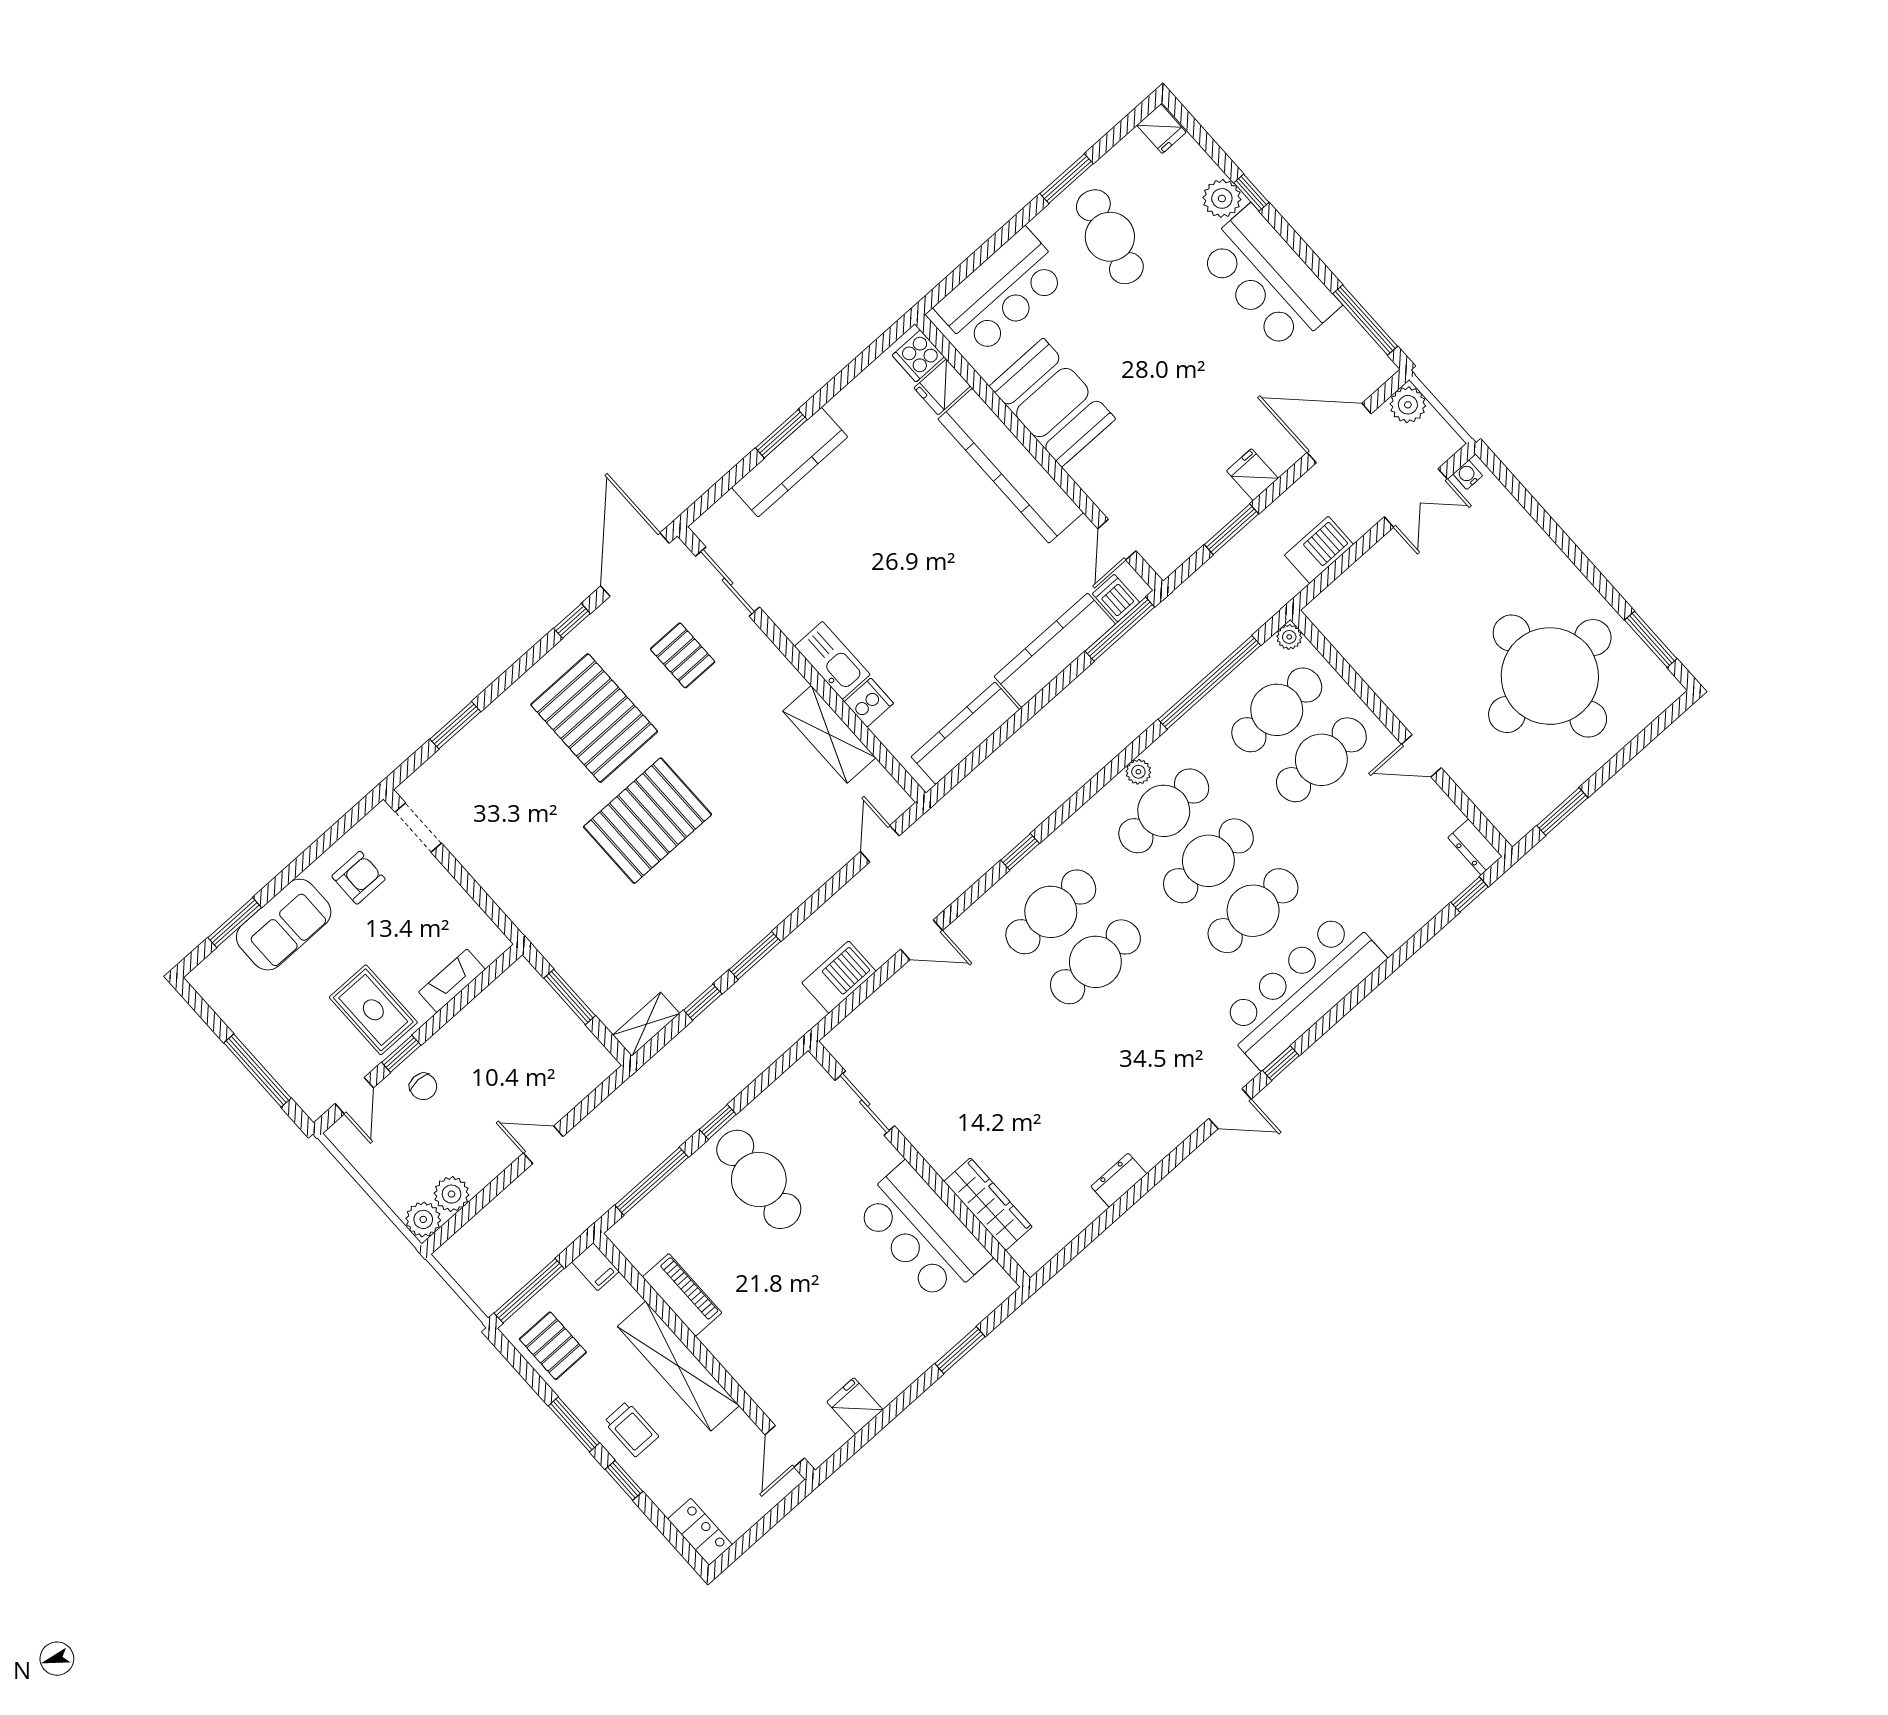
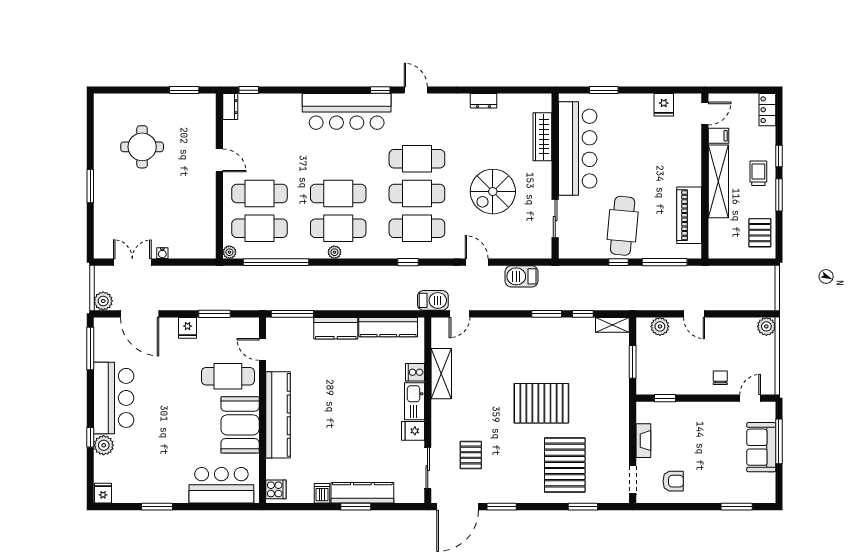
cafe table: (1110, 237) -> (228, 376), moved, turned 76
fridge: (942, 387) -> (413, 431), moved, turned 180
water cooler: (1468, 475) -> (162, 253), moved
door: (1117, 540) -> (262, 349), swing flipped
barbecue: (1319, 550) -> (433, 300), moved, turned 180
dishwasher: (1116, 598) -> (322, 493), moved, turned 180
window: (572, 621) -> (502, 507), width x1.50
window: (1651, 639) -> (90, 186), moved
kitchen counter: (1055, 650) -> (336, 328), width x0.67
round table: (1550, 676) -> (142, 147), width x0.54, depth x0.54
pallet: (594, 718) -> (565, 465), moved
armchair: (358, 878) -> (673, 481), turned 180
cafe table: (1253, 911) -> (417, 159), moved
sofa: (284, 925) -> (761, 447), moved, turned -90
fireplace: (452, 981) -> (643, 441), moved, turned -90
rug: (373, 1010) -> (713, 425), removed
window: (401, 1054) -> (665, 398), moved
spiral stairs: (989, 1062) -> (493, 192), added
plant: (452, 1194) -> (660, 326), moved
bar counter: (922, 1233) -> (578, 149), width x1.36
filing cabinet: (595, 1267) -> (719, 136), moved, turned 90
window: (529, 1291) -> (750, 262), removed
piano: (682, 1295) -> (689, 215), width x1.37, depth x1.33

